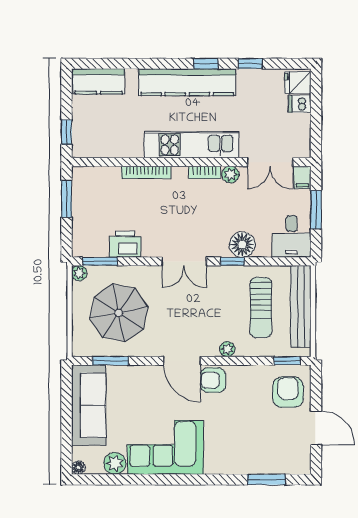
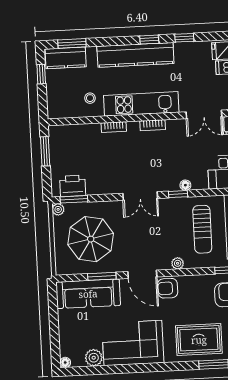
window: (107, 64) -> (72, 43), added
window: (67, 132) -> (41, 74), moved
stool: (127, 134) -> (90, 98), added
bookcase: (146, 172) -> (114, 127), width x0.64
plant: (230, 174) -> (173, 126), removed
printer: (125, 244) -> (73, 186), moved
floor lamp: (242, 245) -> (185, 185), width x0.53, depth x0.53
window: (110, 361) -> (102, 276), moved
sofa: (89, 405) -> (88, 294), moved, turned 90
rug: (249, 447) -> (199, 340), added

